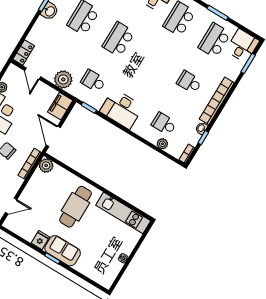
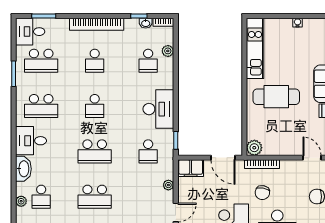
school desk: (154, 61) -> (95, 106), added
plant: (63, 79) -> (168, 185), width x0.53, depth x0.53
washbasin: (201, 128) -> (146, 23), moved
door: (53, 136) -> (223, 158), hinge flipped

